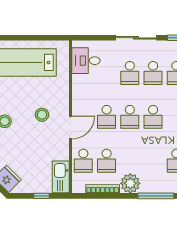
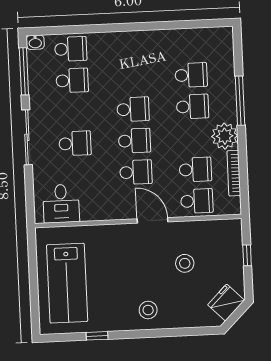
school desk: (153, 73) -> (193, 107), moved
stool: (42, 115) -> (185, 263), moved
kitchen sink: (61, 177) -> (220, 231), removed

